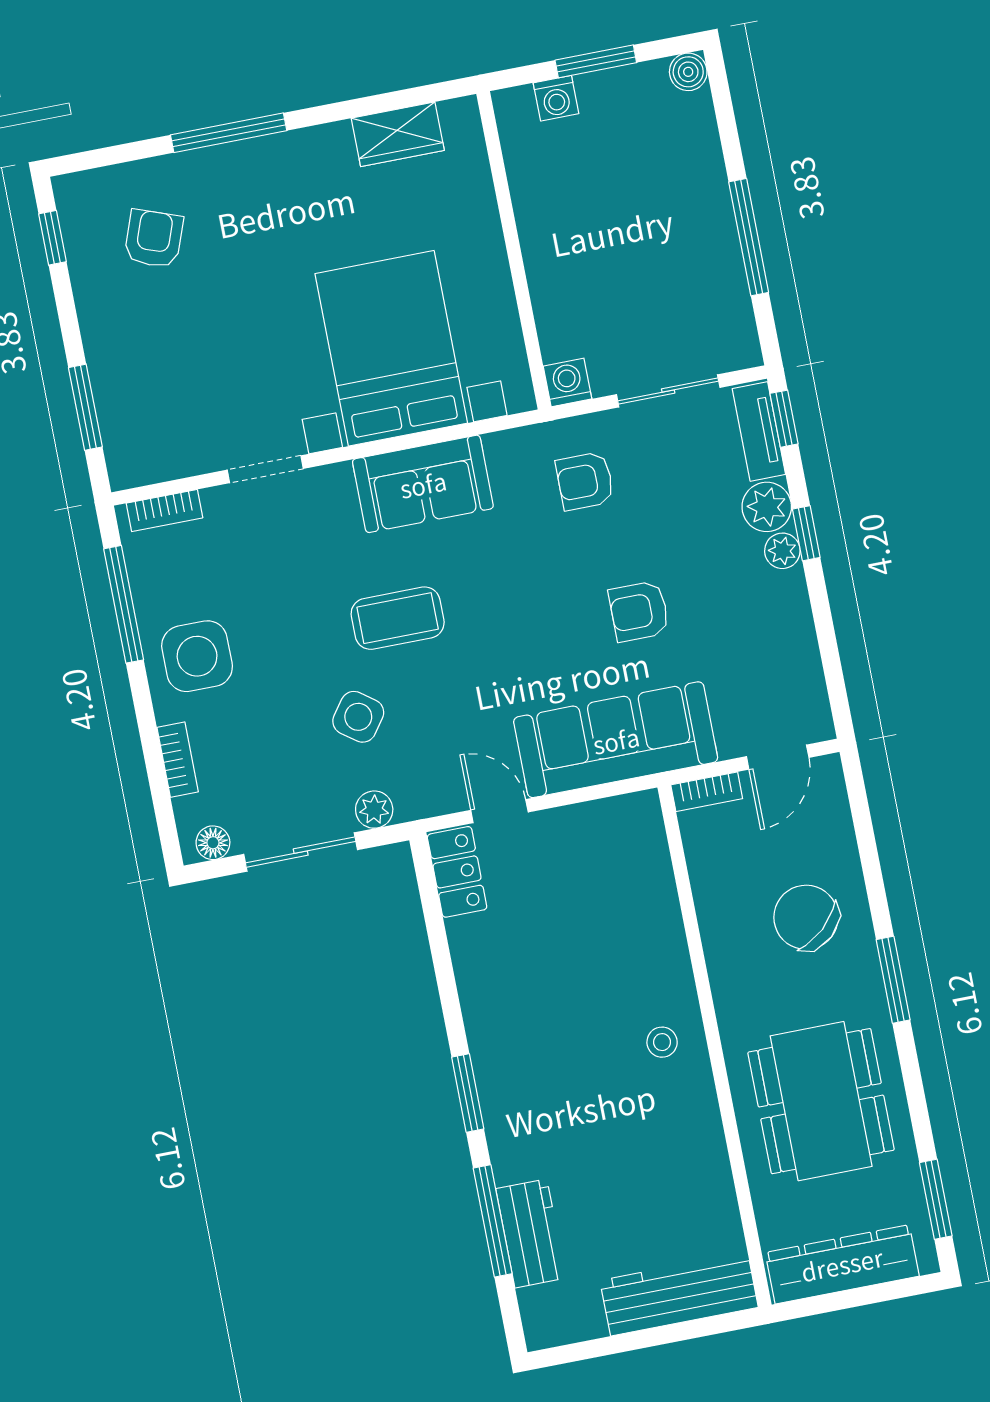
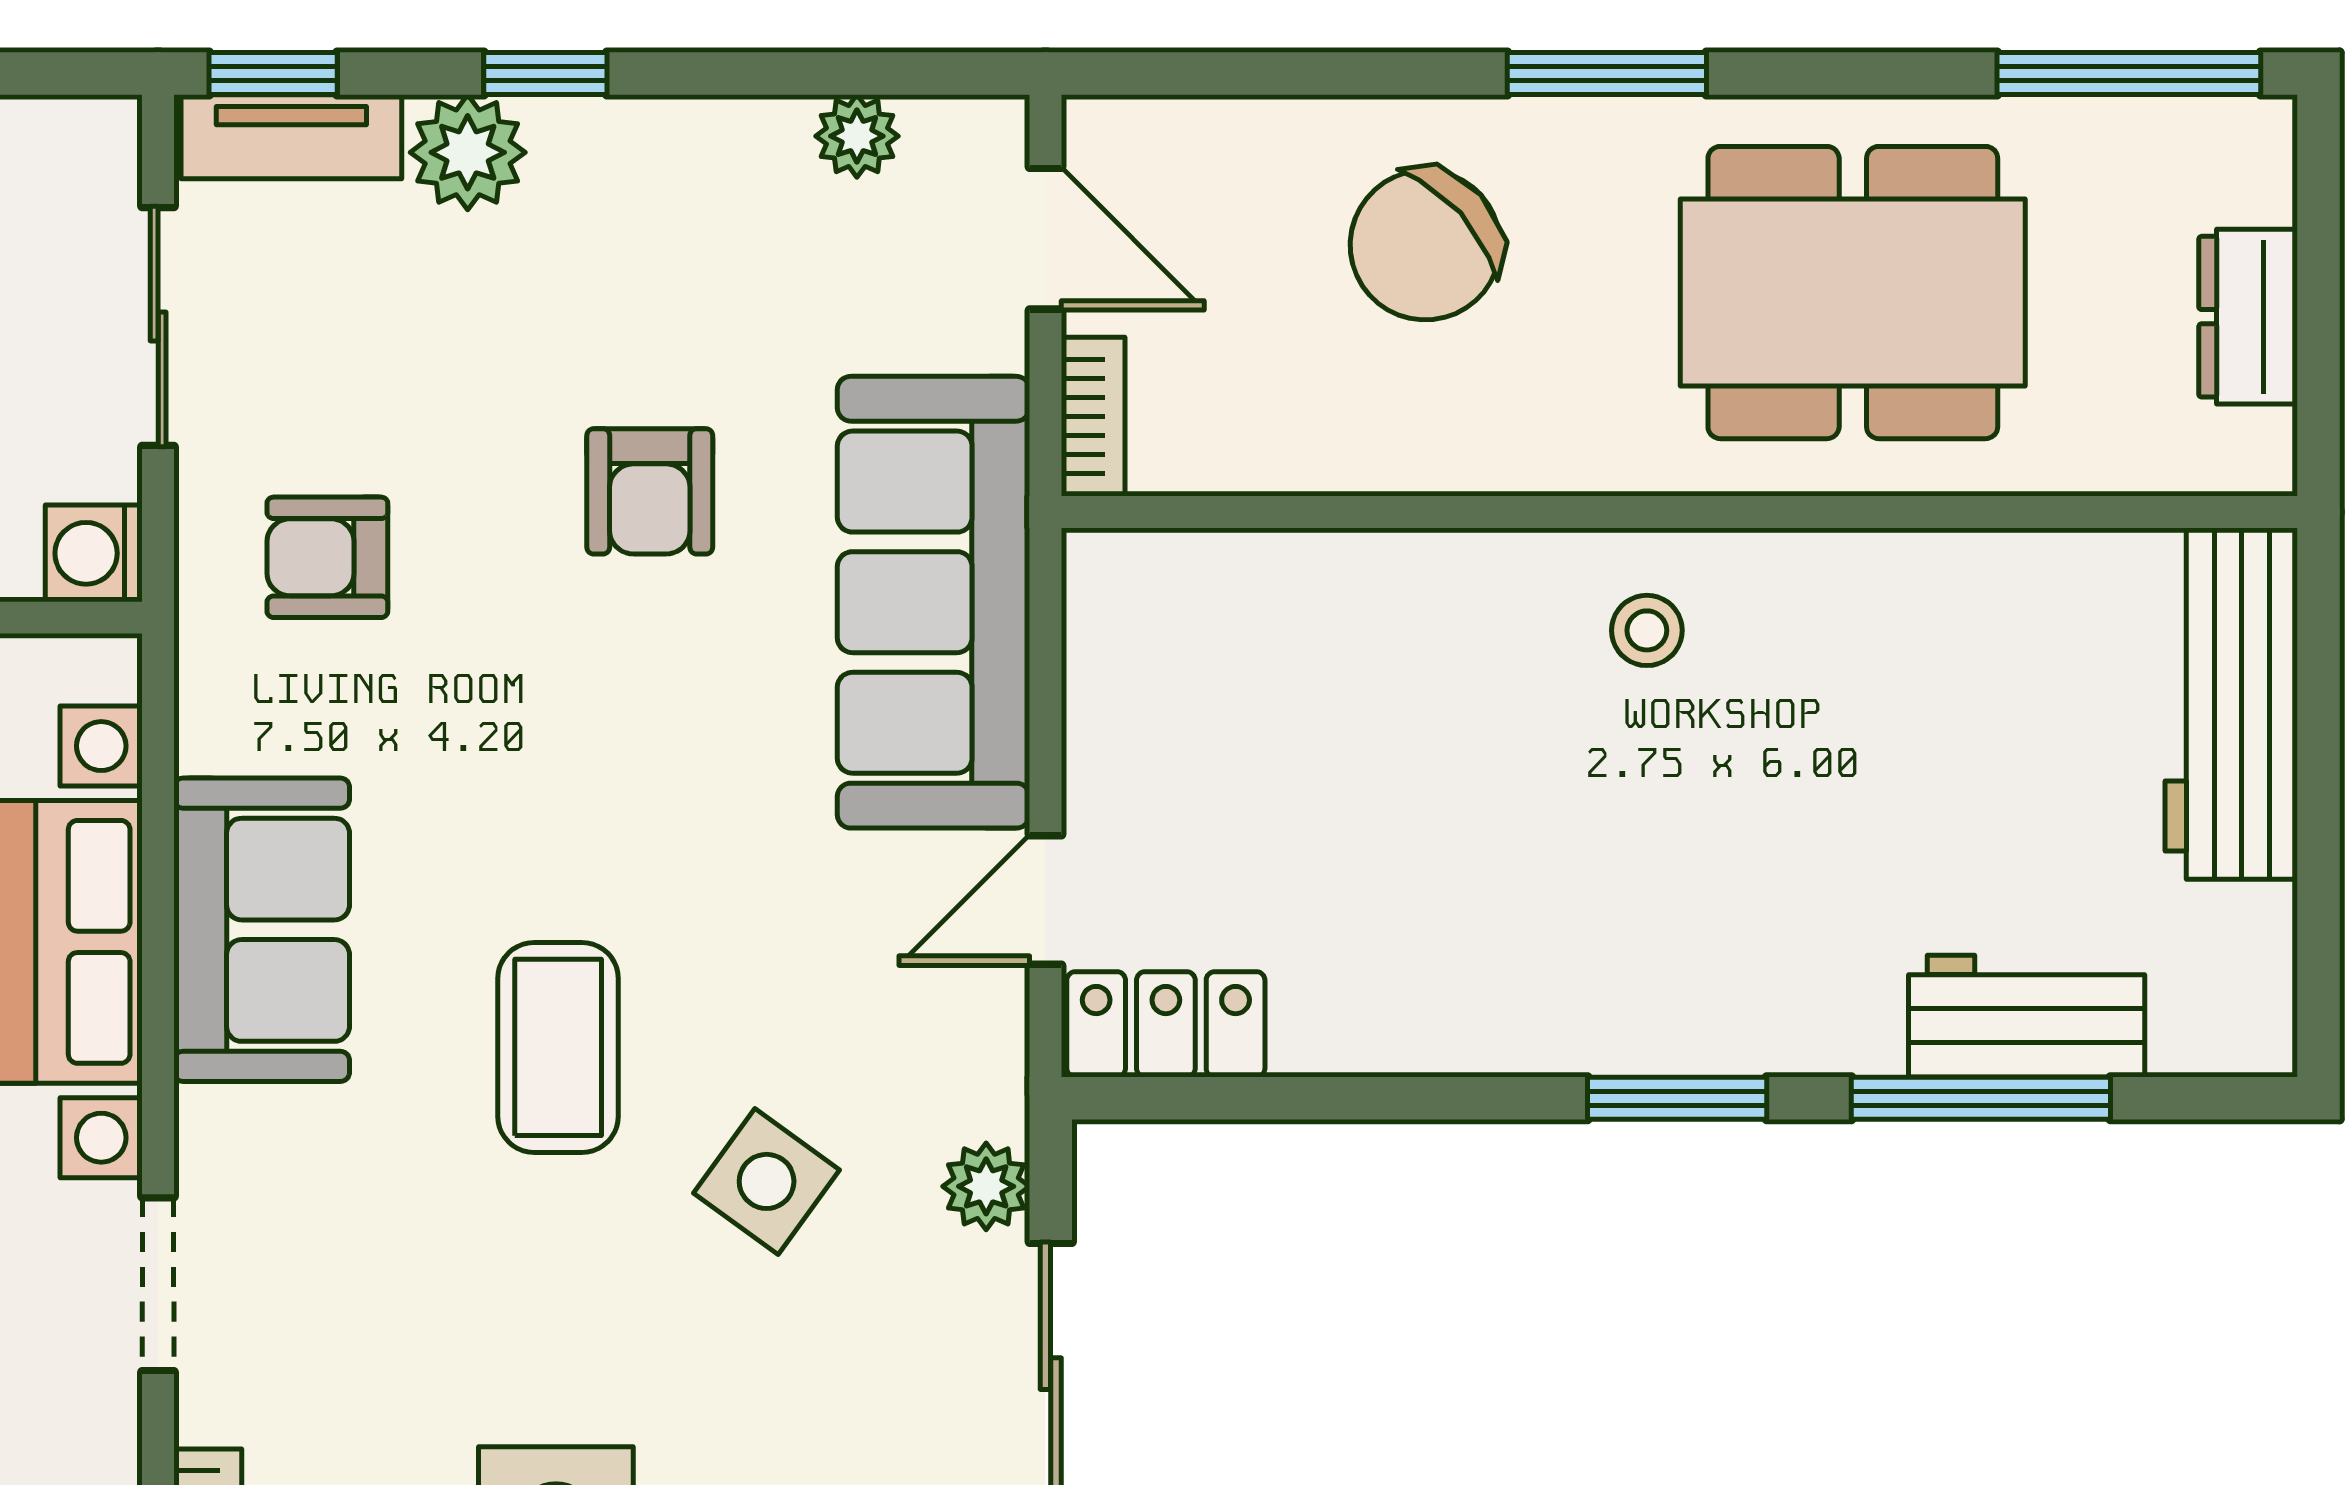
armchair: (585, 481) -> (327, 557), turned 90
plant: (782, 551) -> (857, 136), moved
window: (936, 1199) -> (2129, 74), width x1.44
dresser: (842, 1264) -> (2248, 317), width x0.51, depth x0.80

